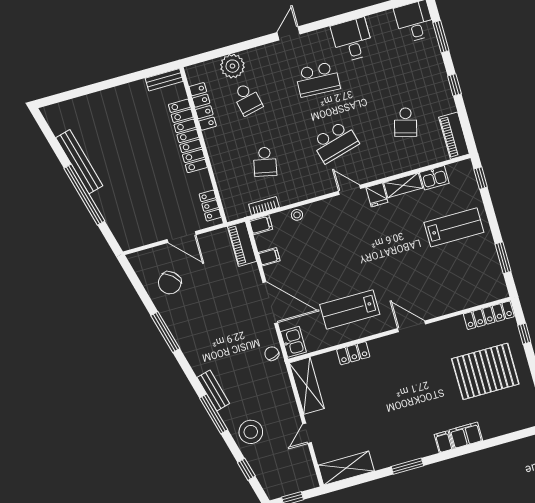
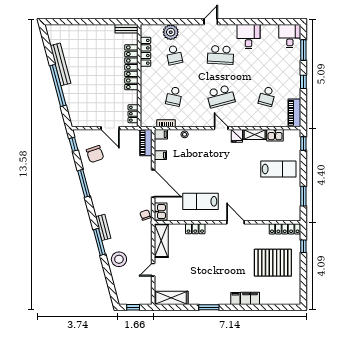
chair: (170, 283) -> (95, 154), turned -61
window: (246, 469) -> (73, 144), moved

